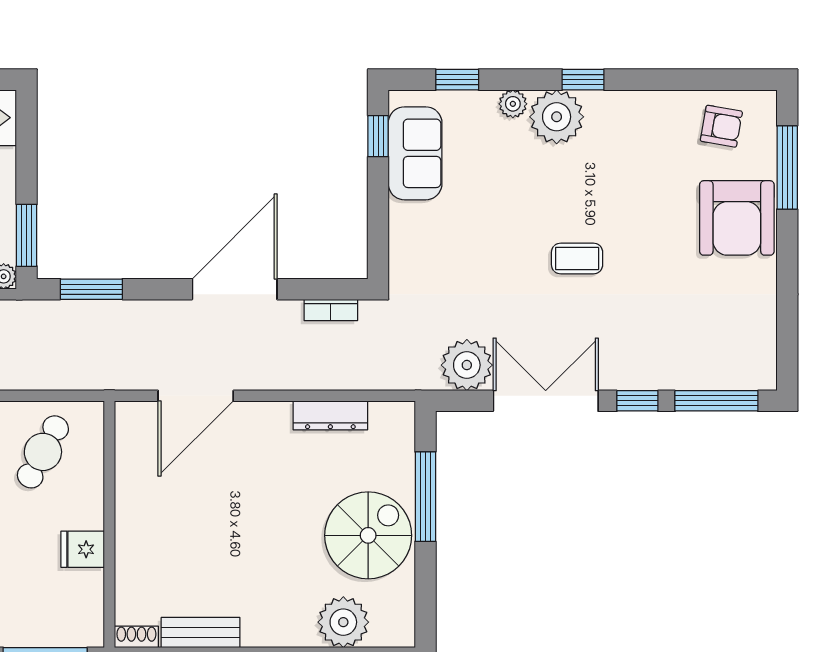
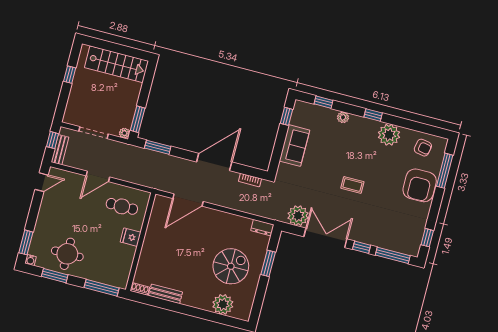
plant: (557, 117) -> (389, 135), moved
sofa: (415, 153) -> (294, 146), moved
window: (787, 337) -> (427, 238), added
dresser: (330, 415) -> (262, 228), moved, width x0.70
cafe table: (43, 452) -> (122, 206), turned 62
window: (425, 497) -> (268, 263), width x0.69
spiral stairs: (368, 535) -> (231, 266), moved
fridge: (83, 549) -> (131, 237), moved

